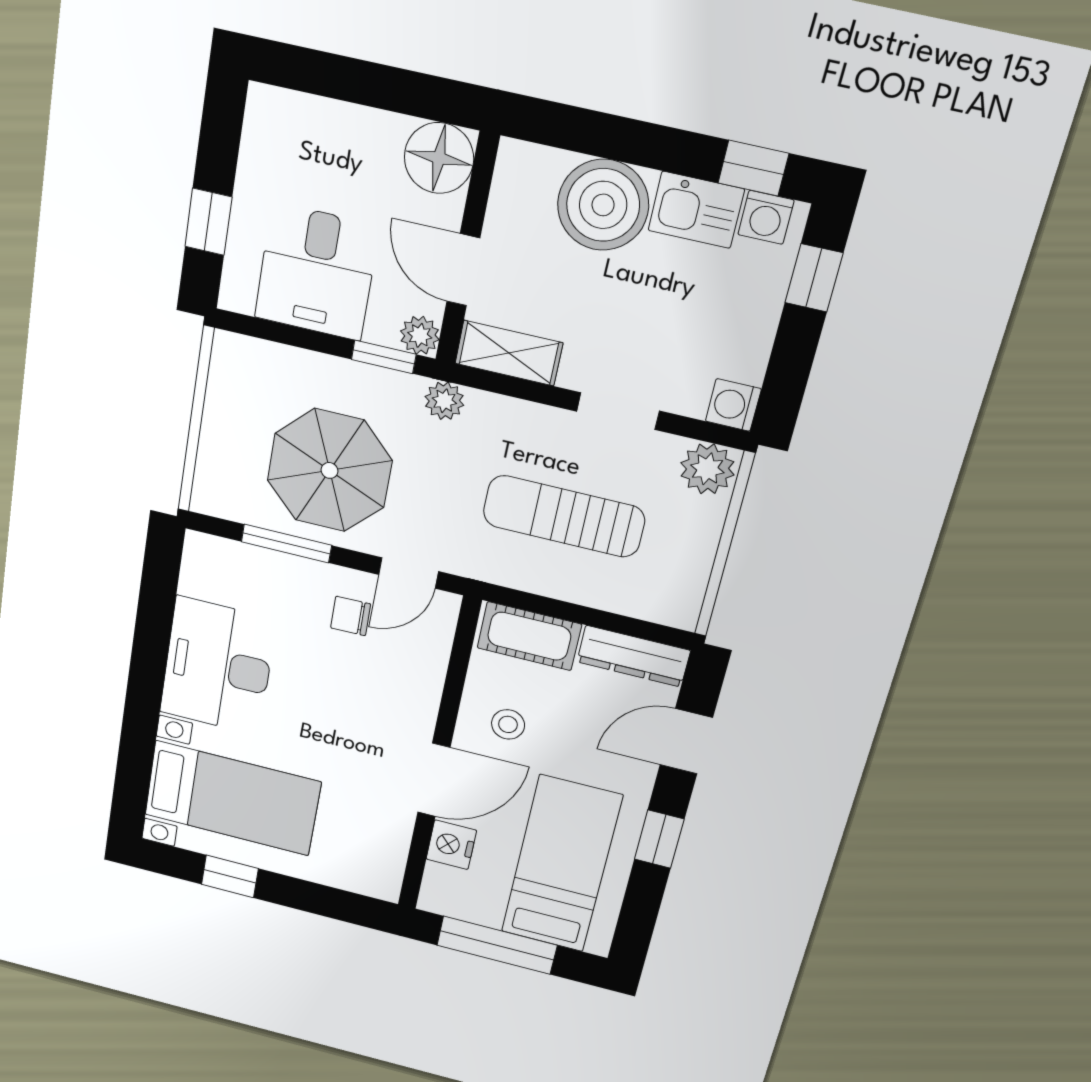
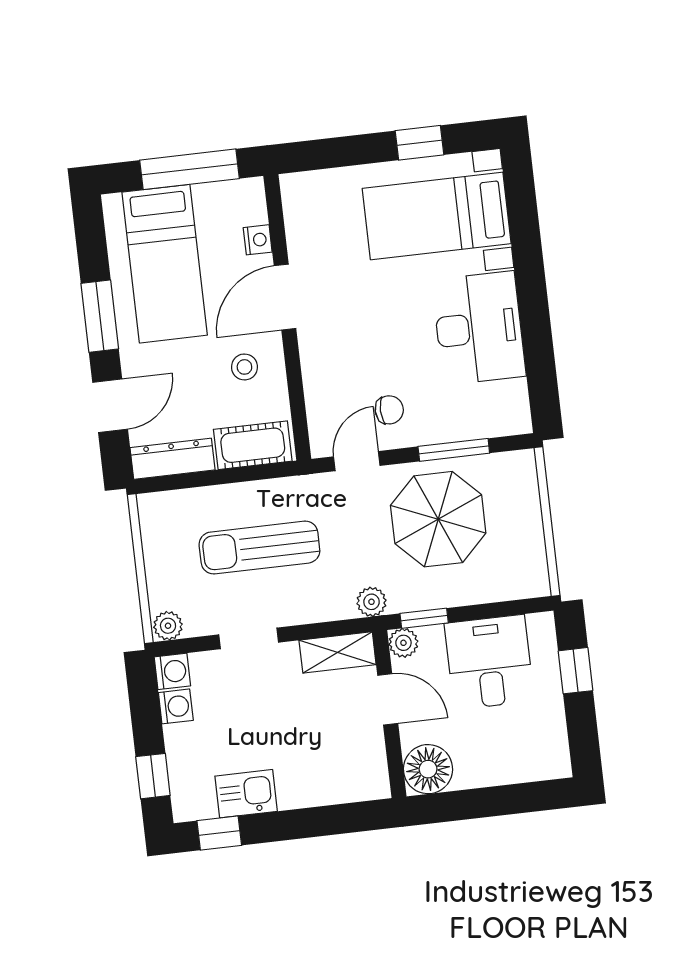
boiler: (603, 205) -> (308, 776), removed
washing machine: (766, 217) -> (176, 706), moved, turned 90
plant: (707, 469) -> (168, 626), width x0.73, depth x0.73
sun lounger: (564, 516) -> (259, 548), turned 180
window: (659, 839) -> (100, 316), width x1.50
nightstand: (451, 845) -> (258, 240), width x0.72, depth x0.74

